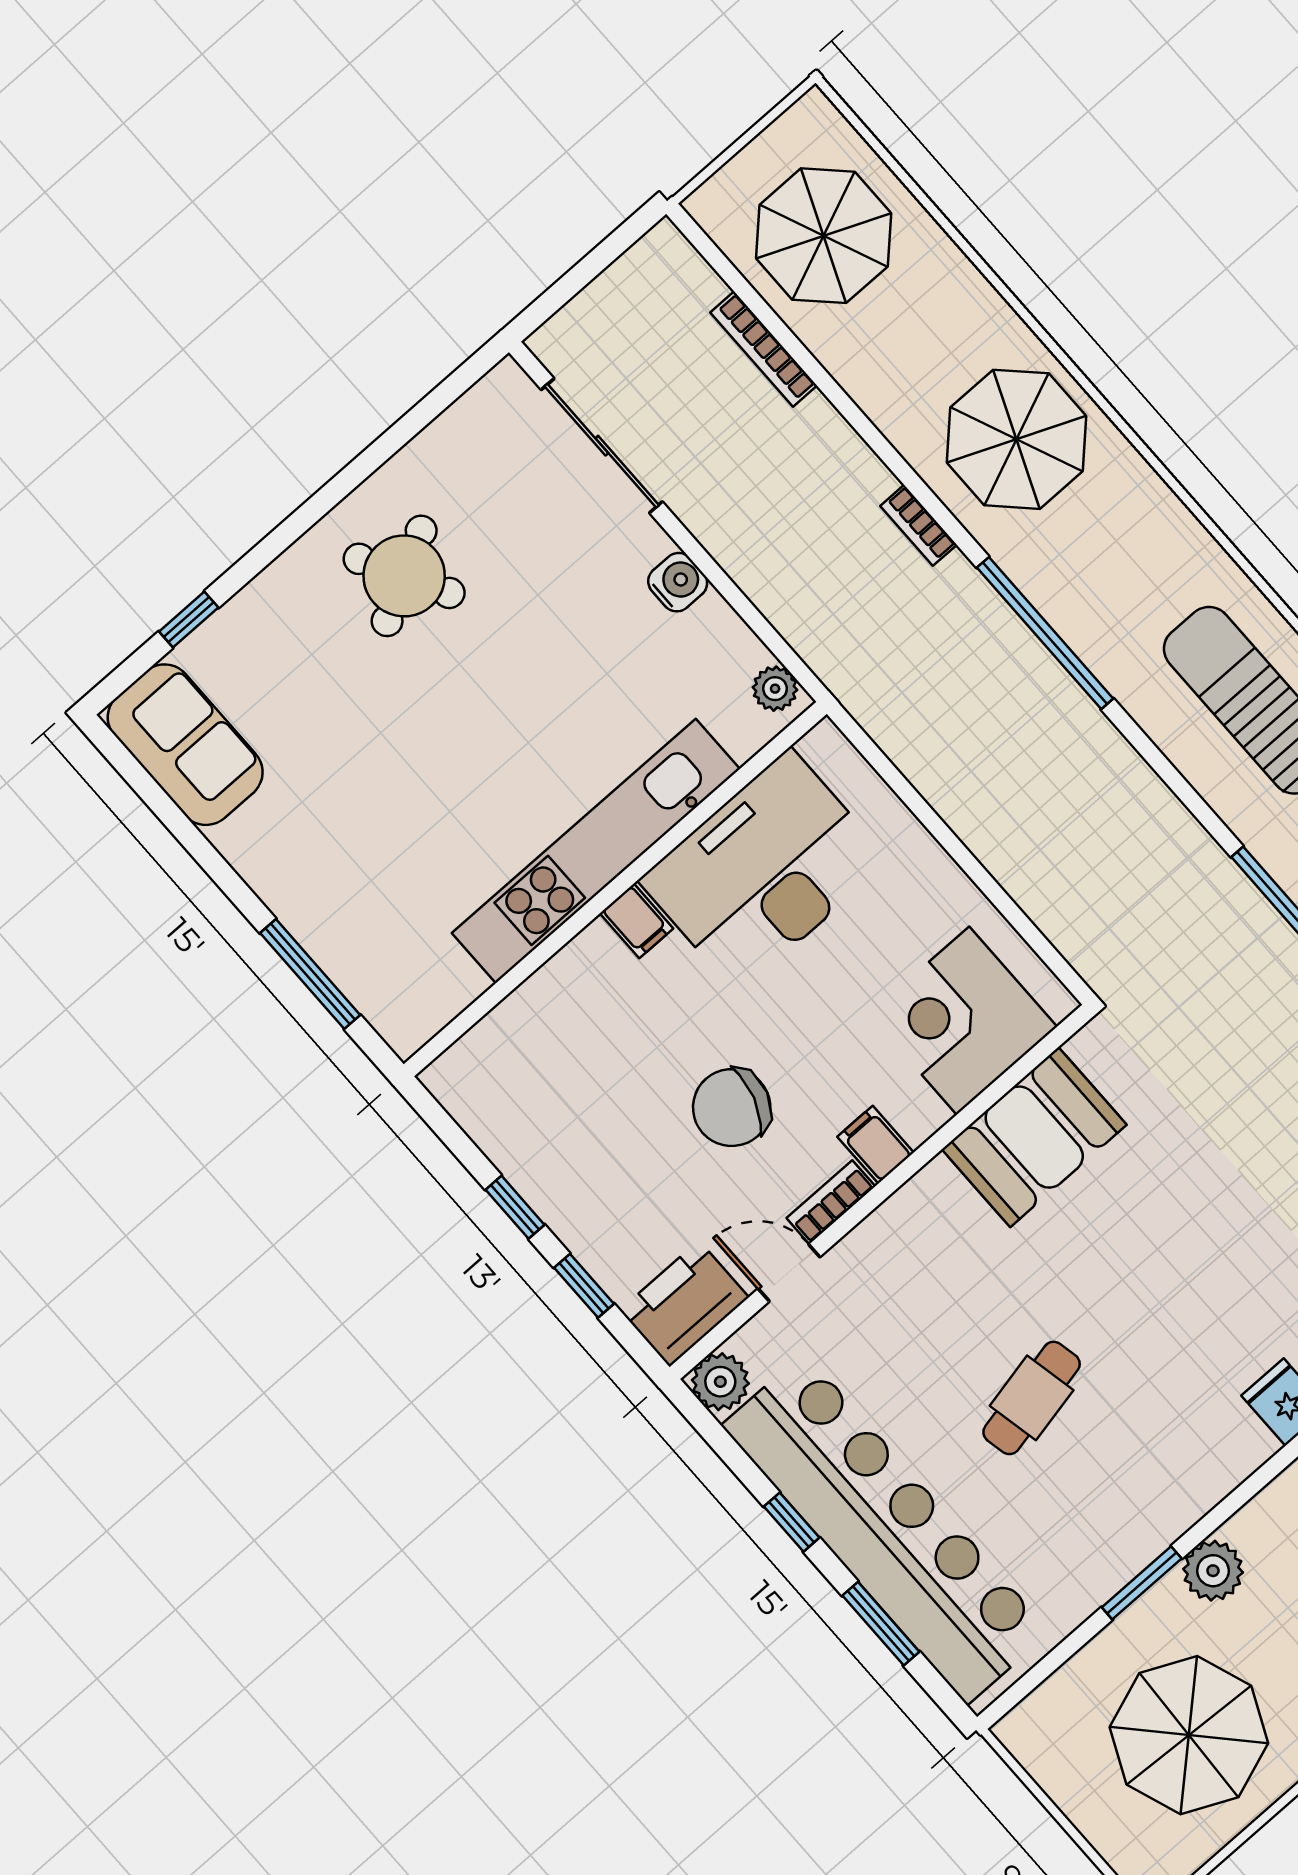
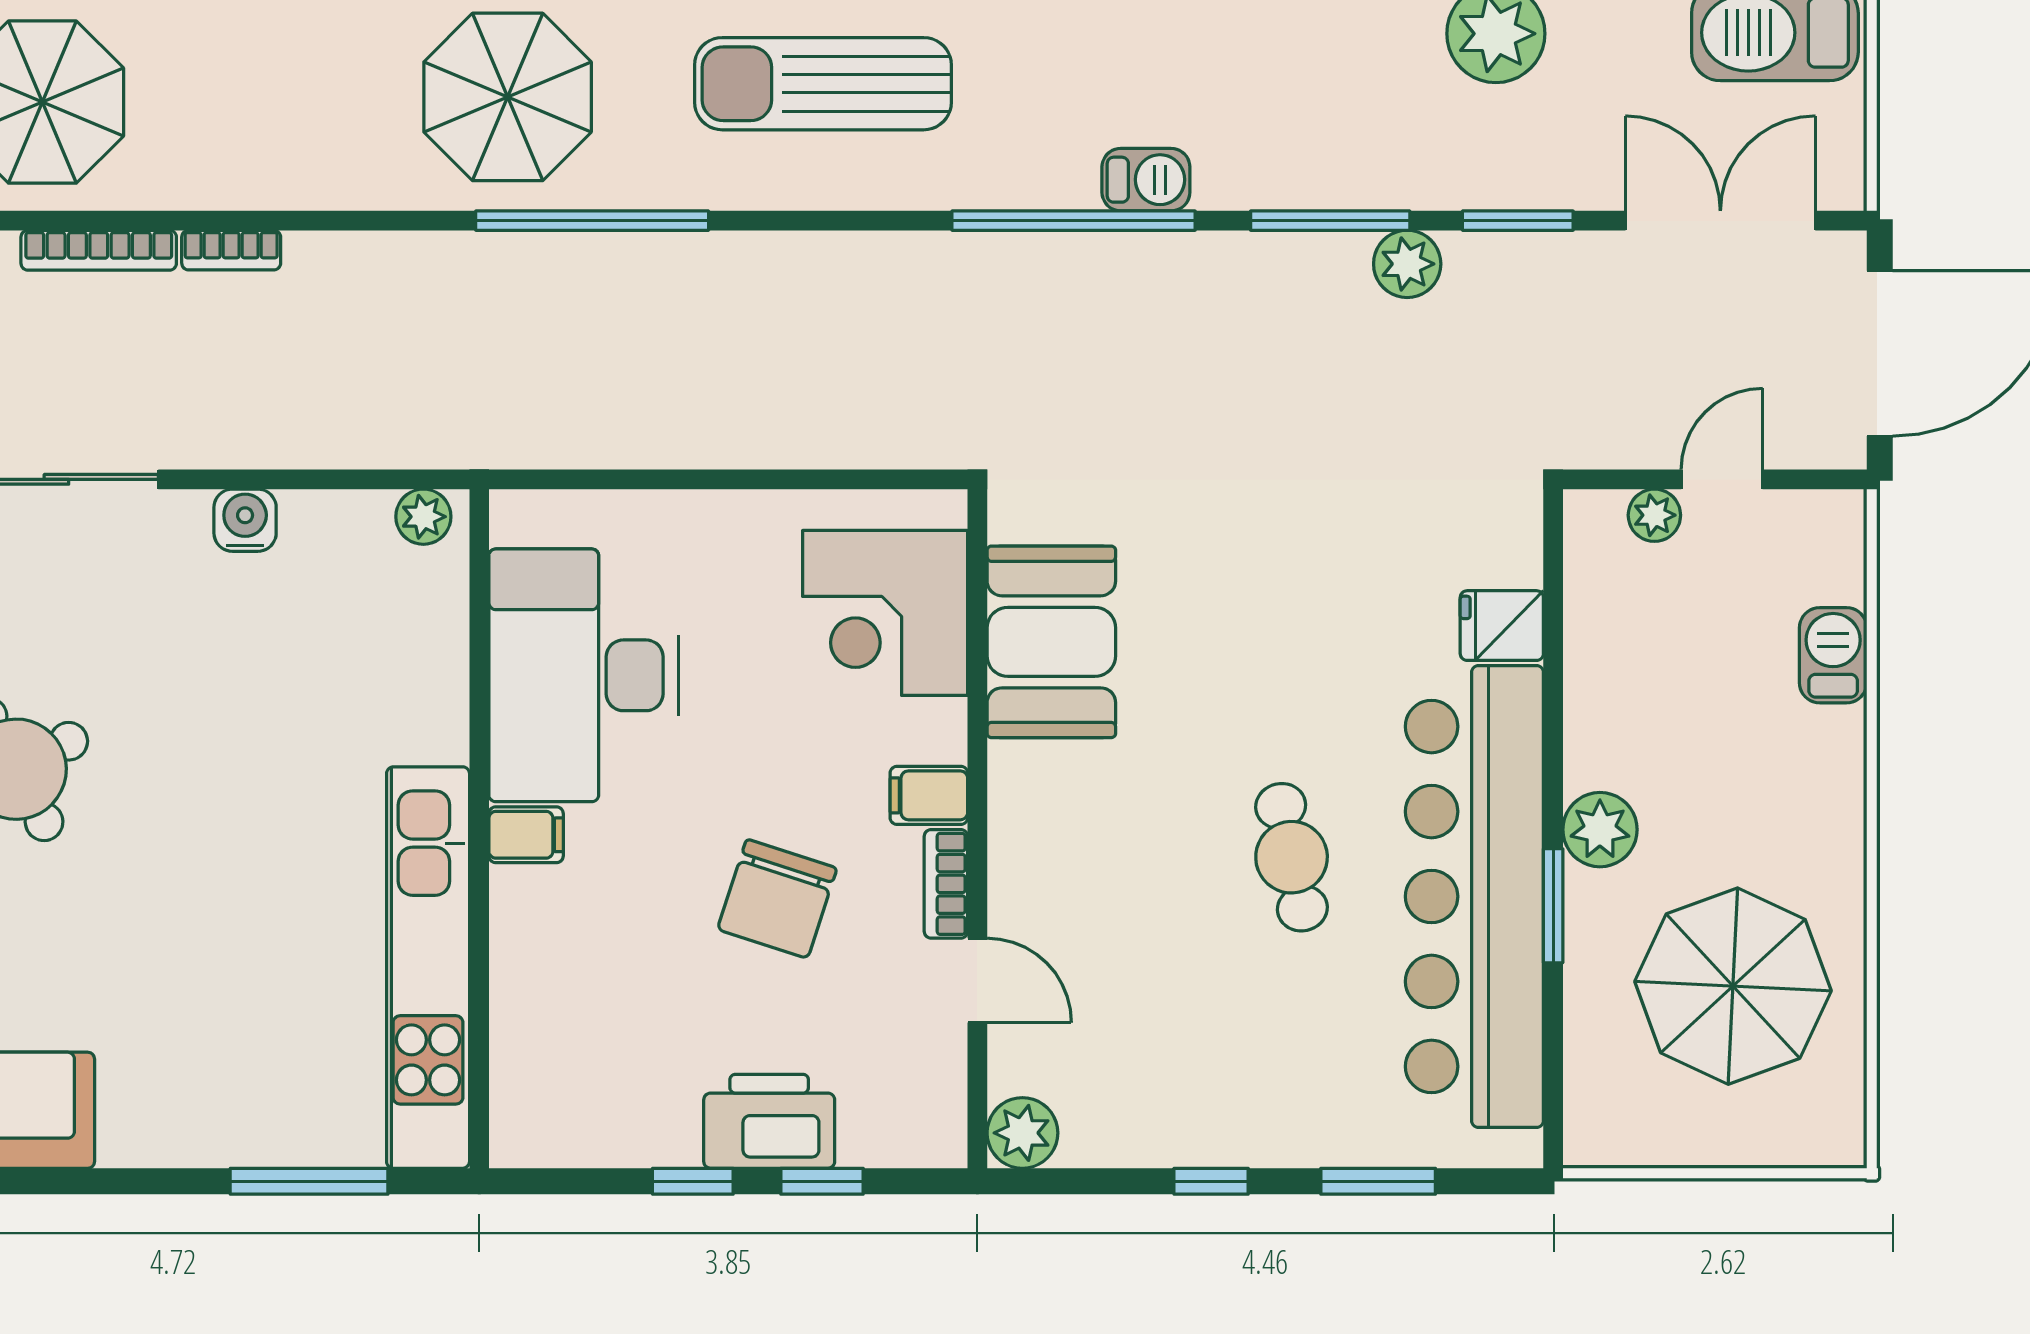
parasol: (1016, 439) -> (508, 97), moved
bookcase: (919, 525) -> (231, 250), moved
kitchen unit: (596, 851) -> (428, 968), moved
door: (789, 1273) -> (977, 980), swing flipped
printer: (684, 1304) -> (769, 1121), moved, turned 90
bar counter: (886, 1529) -> (1474, 896), moved, turned -90

